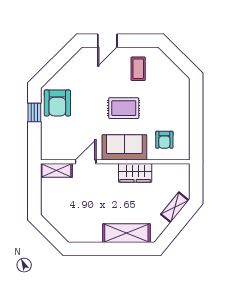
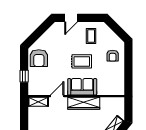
window: (34, 112) -> (24, 76), moved
armchair: (164, 140) -> (113, 56), moved
wardrobe: (135, 173) -> (84, 103), width x1.50

